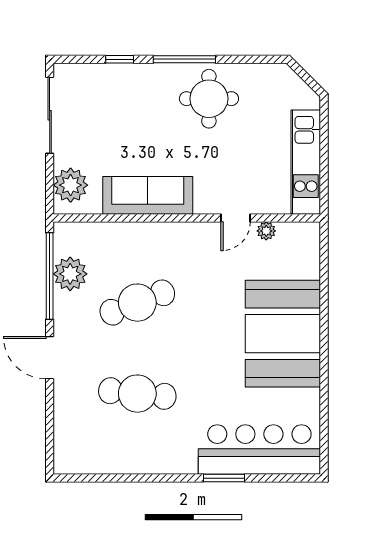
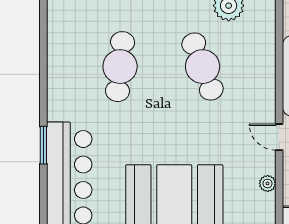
door: (236, 218) -> (279, 137), moved

